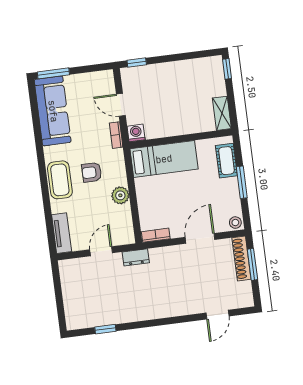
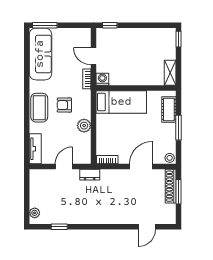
plant: (71, 315) -> (35, 213), added

